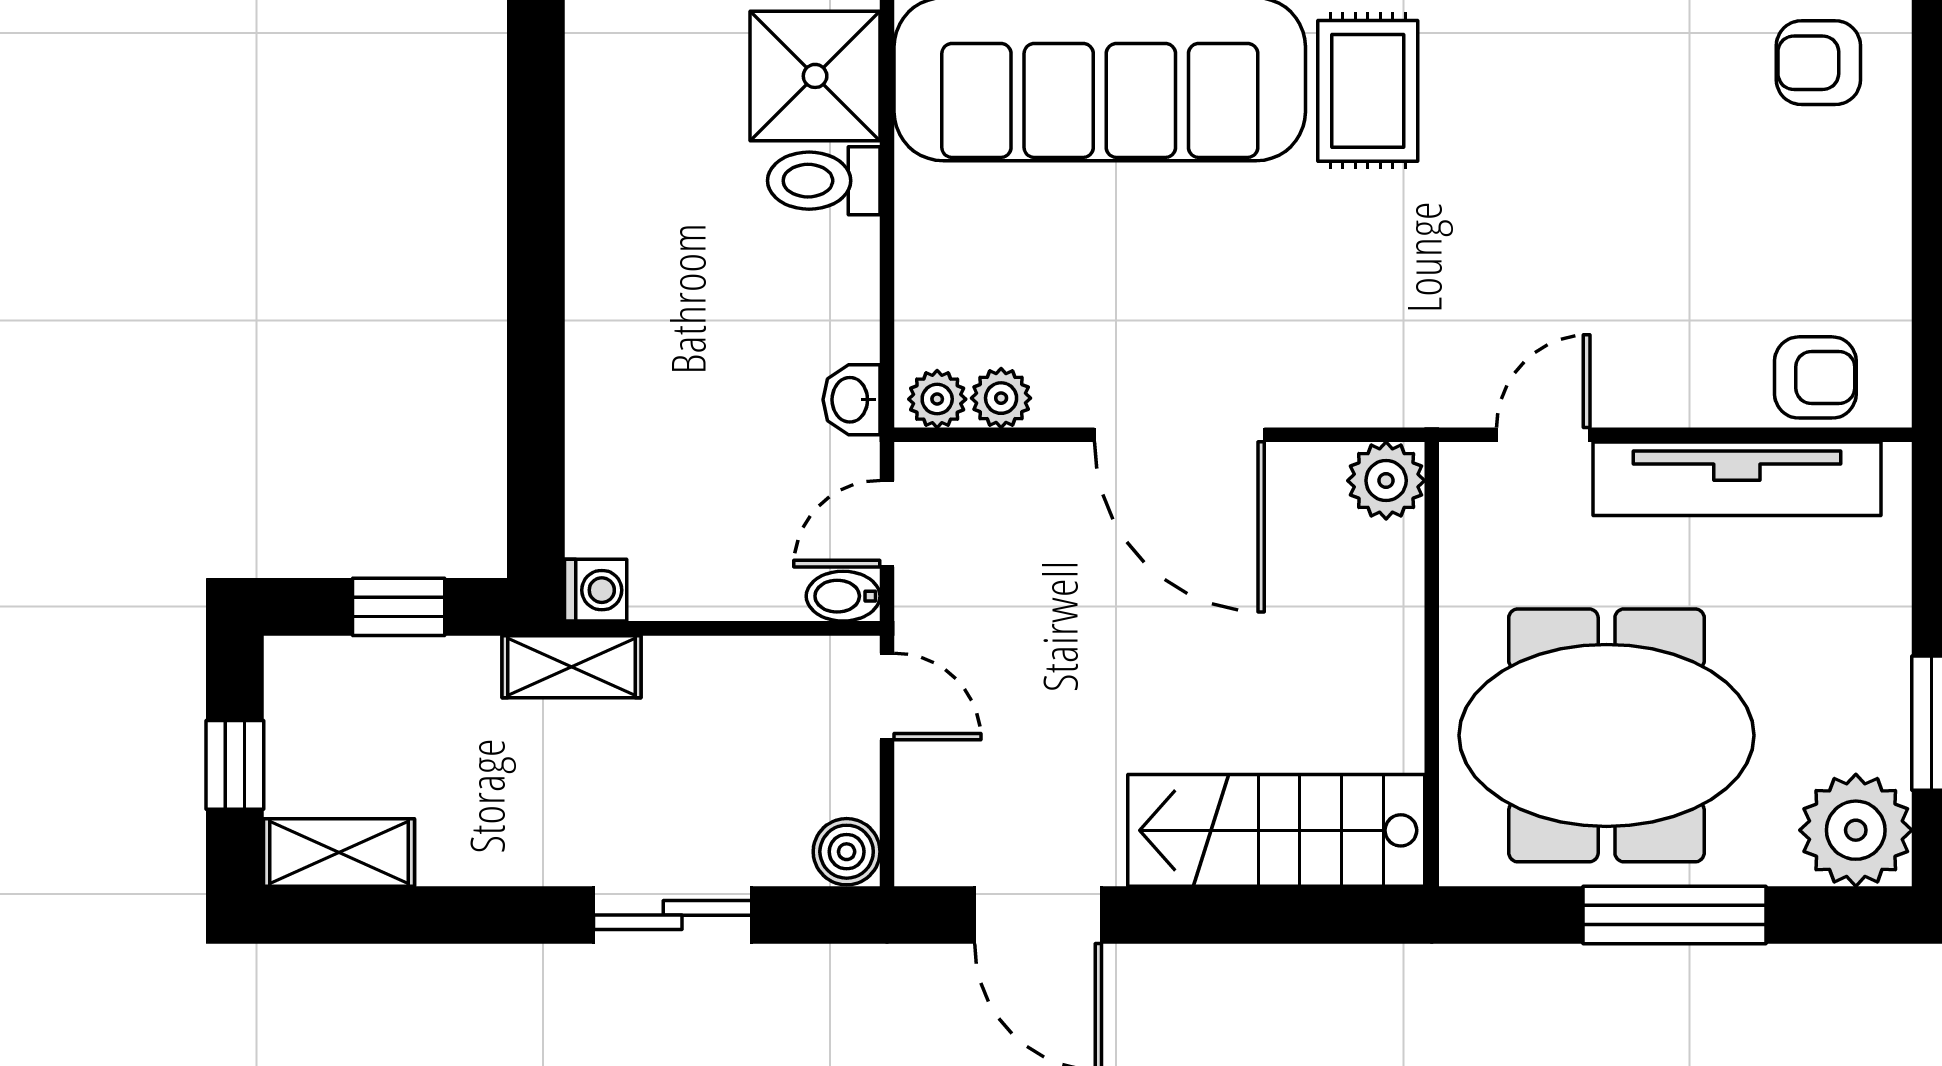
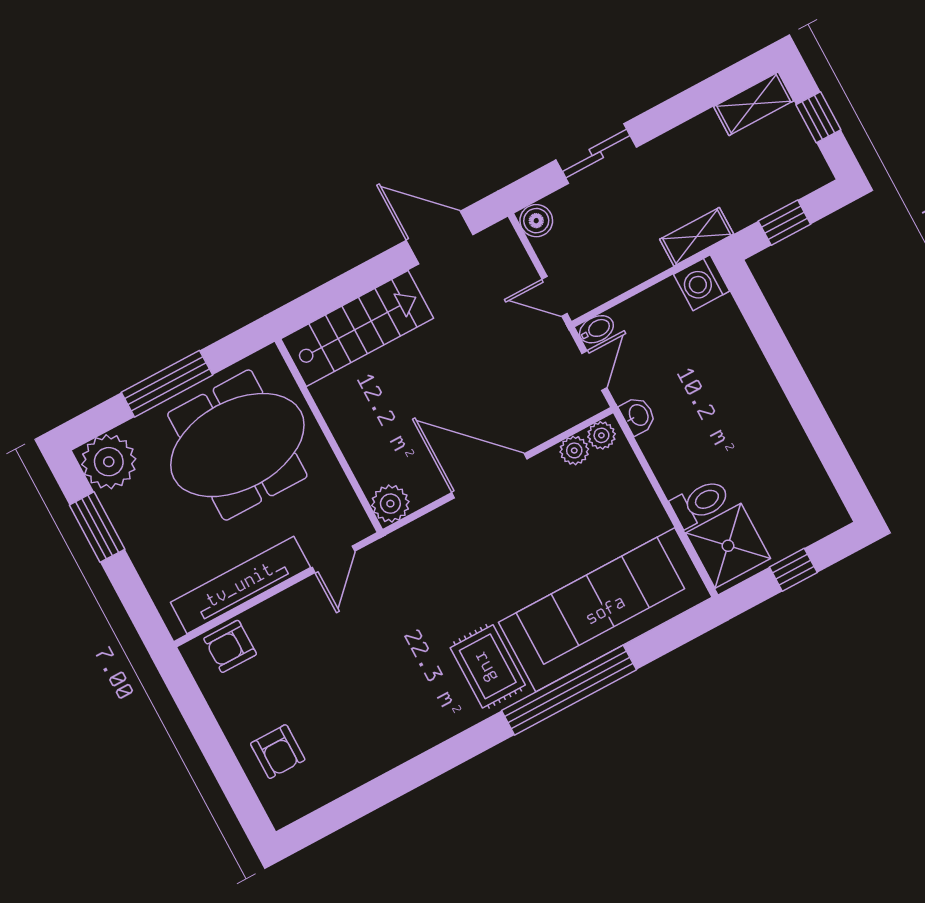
armchair: (1818, 63) -> (278, 752), moved, turned 90
washing machine: (596, 590) -> (702, 283), width x1.38, depth x1.38

